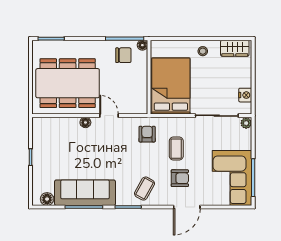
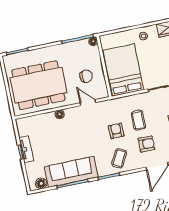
chair: (123, 55) -> (86, 76), moved
door: (109, 116) -> (88, 103), moved
armchair: (147, 134) -> (116, 131), moved
tv unit: (38, 155) -> (26, 149), added

